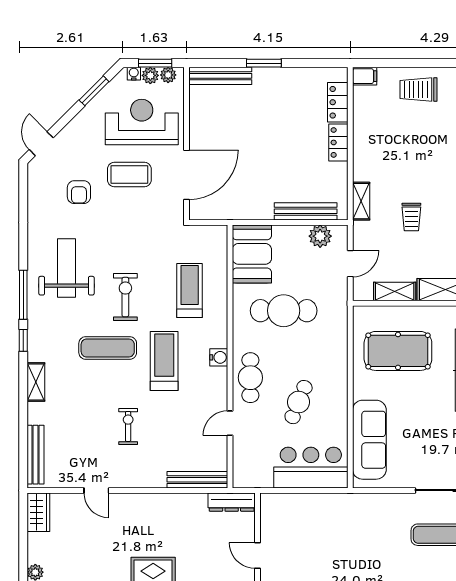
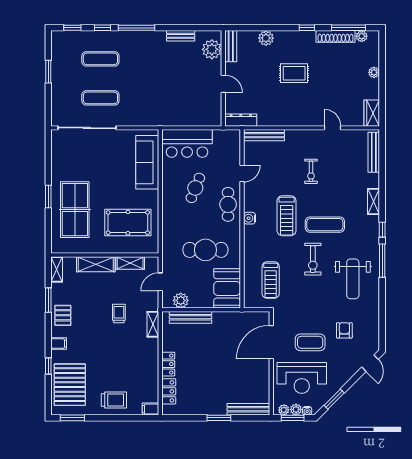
treadmill: (190, 290) -> (271, 280), moved

